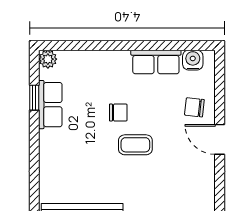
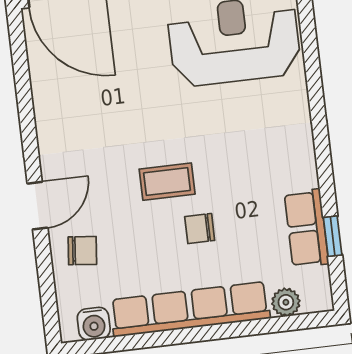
plant: (48, 59) -> (286, 302), moved
row of seats: (156, 62) -> (190, 309), width x2.02
door: (220, 139) -> (37, 206), hinge flipped

